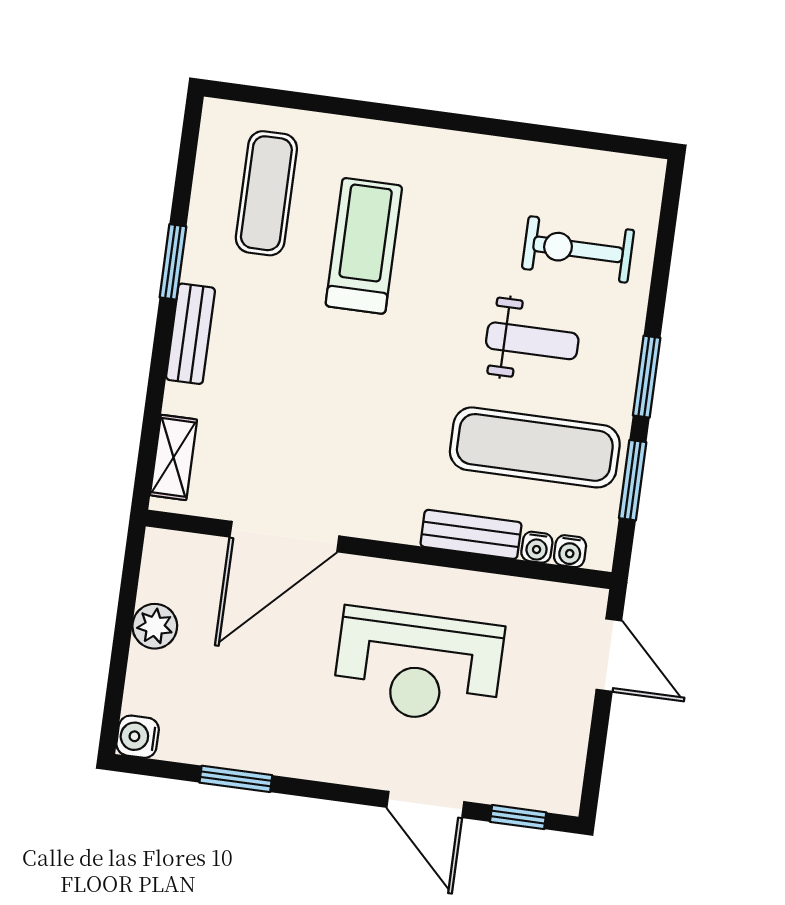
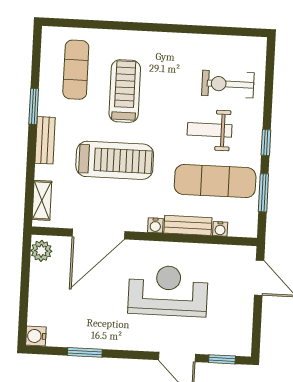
weight bench: (532, 341) -> (210, 130), turned 180
window: (647, 377) -> (266, 142), width x0.67
treadmill: (331, 387) -> (115, 160), added
water cooler: (570, 551) -> (155, 225), moved
plant: (155, 626) -> (41, 251), moved
reception desk: (418, 666) -> (168, 291), turned 180

